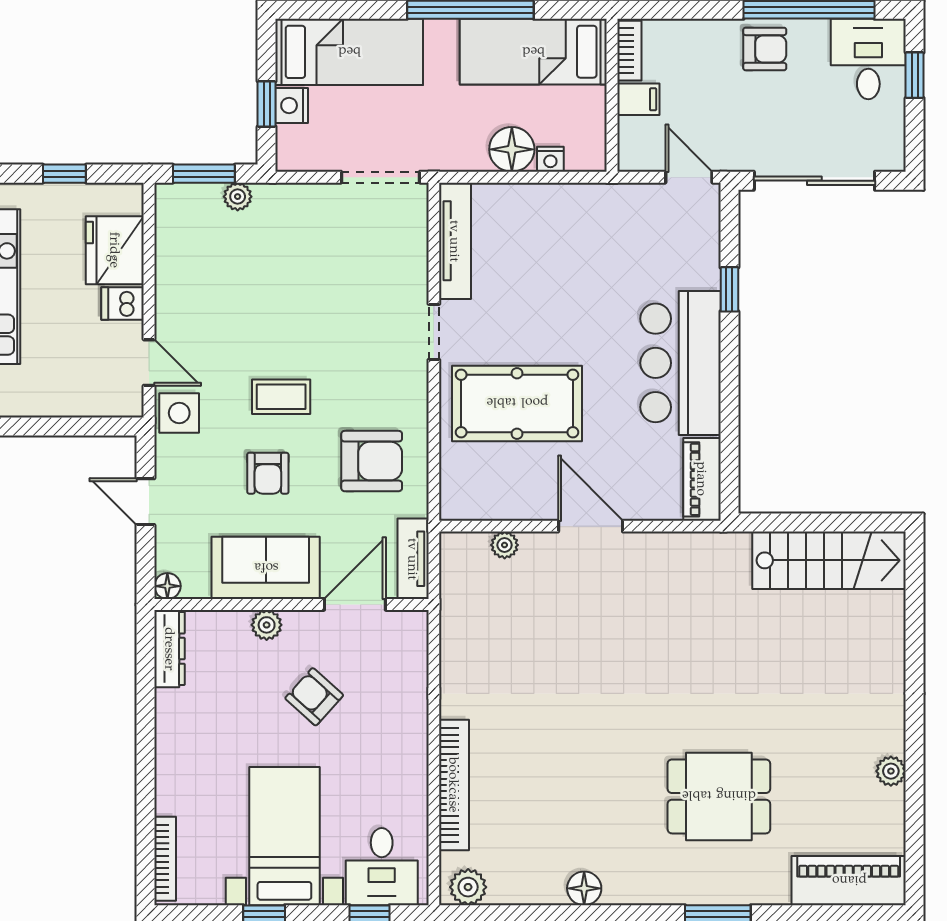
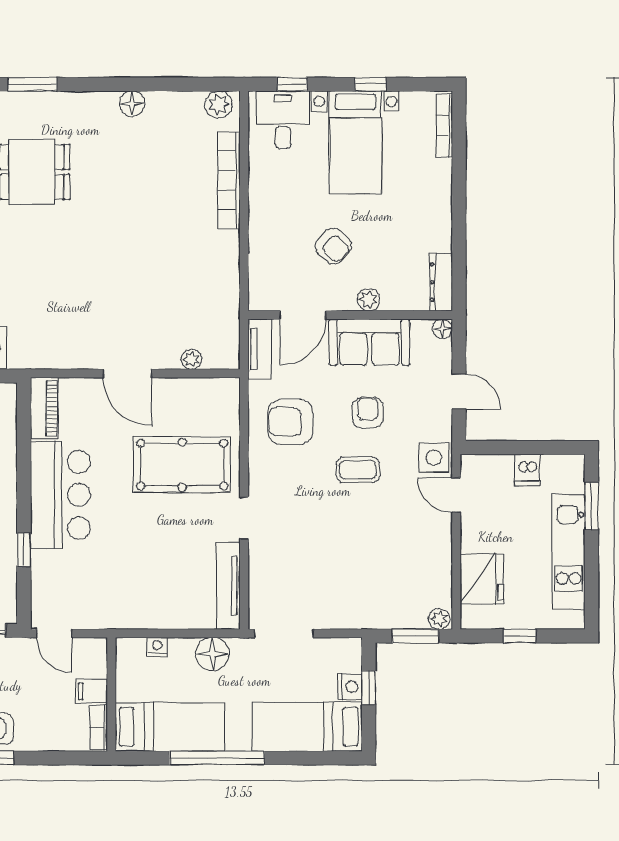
floor lamp: (512, 149) -> (212, 654), moved
plant: (238, 197) -> (439, 619), moved
dishwasher: (123, 304) -> (528, 470), moved, turned 90

